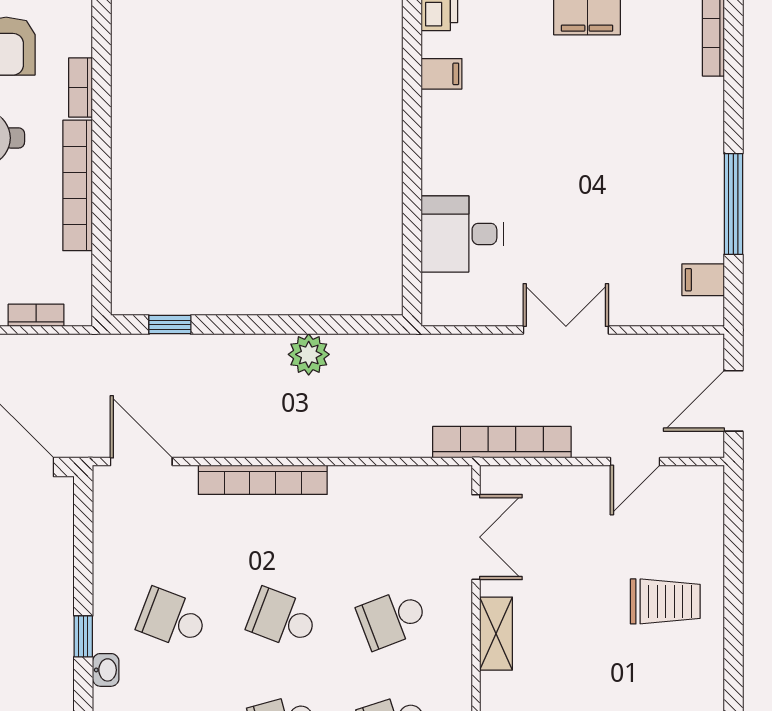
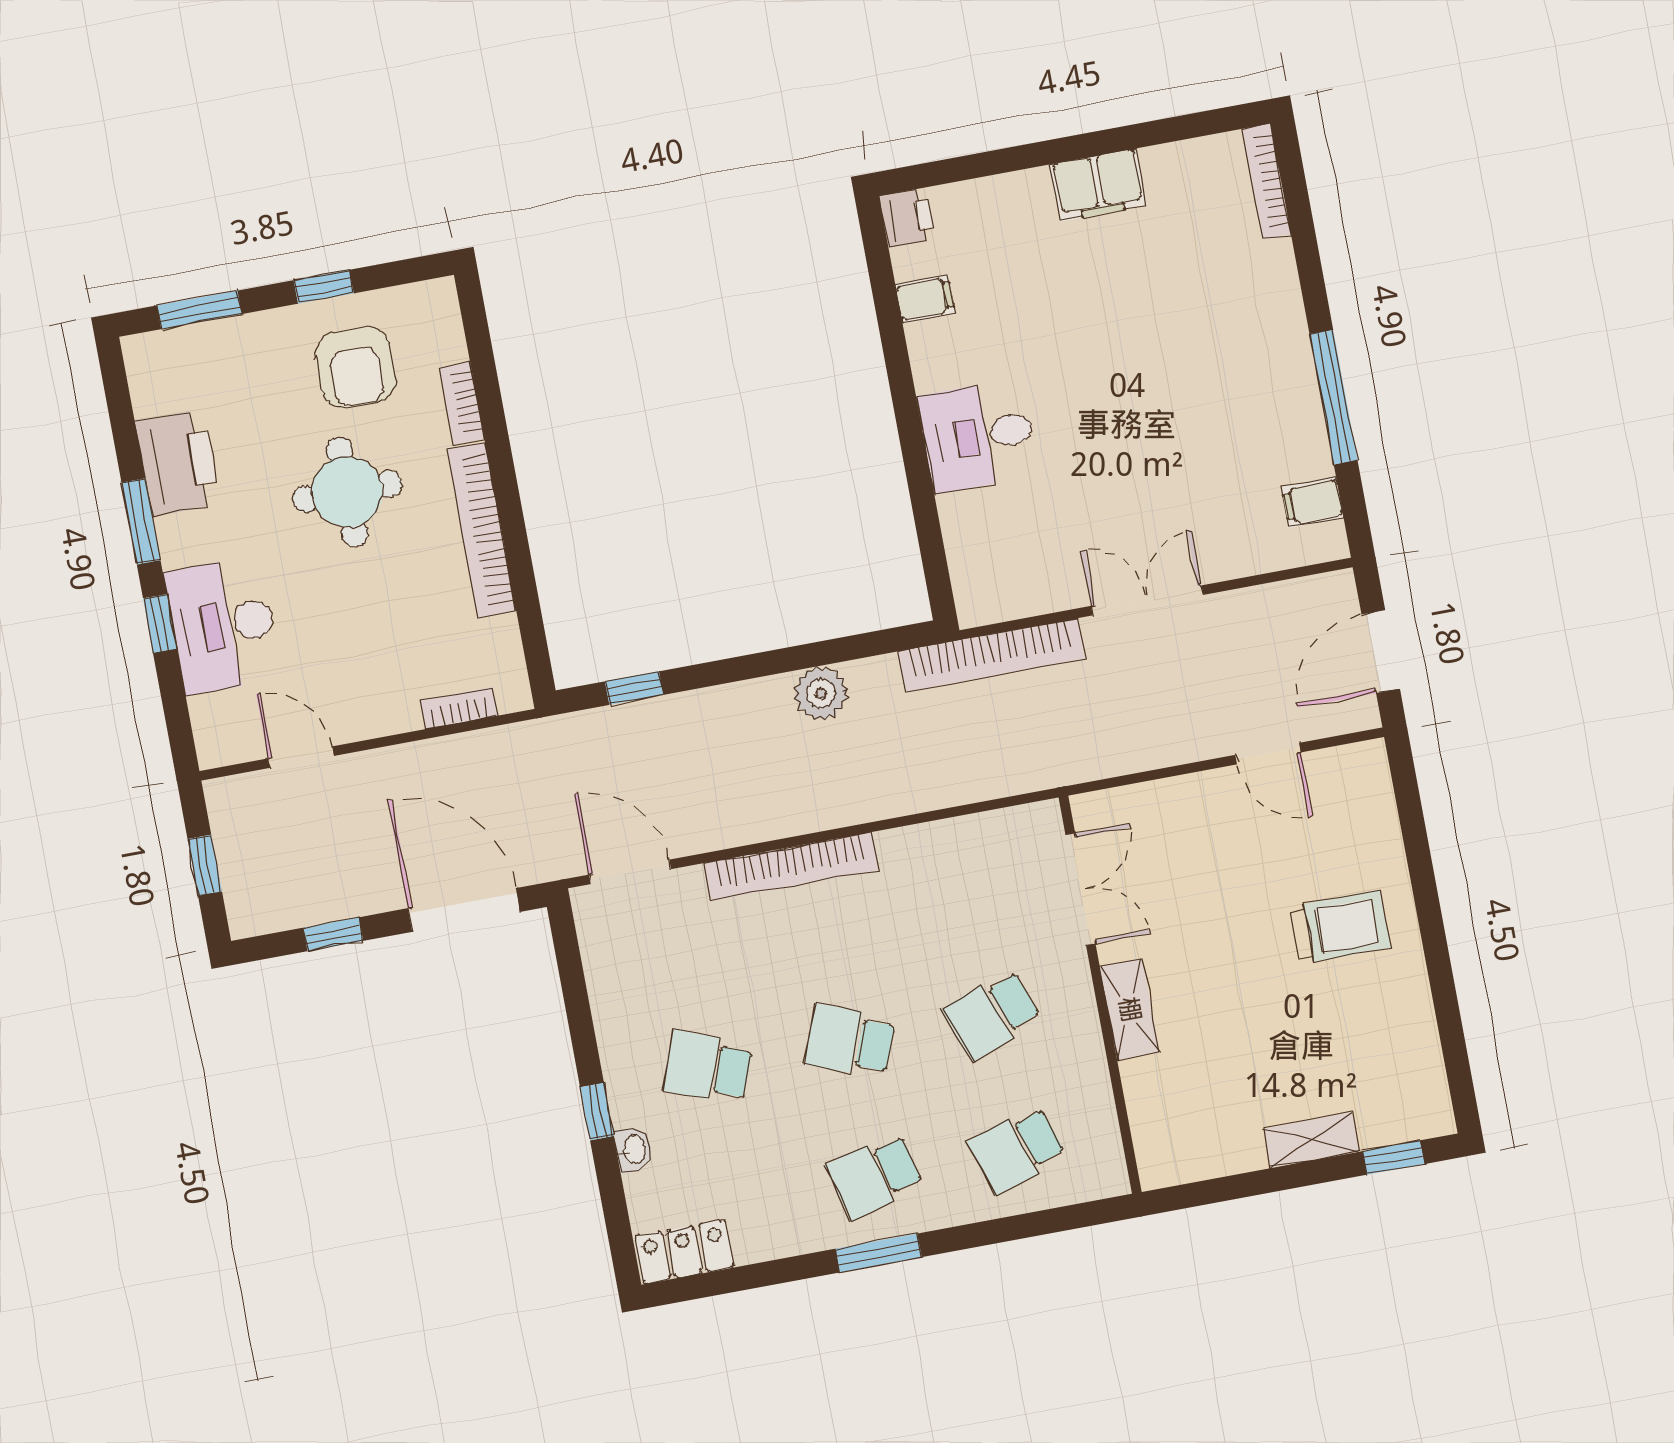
desk: (462, 234) -> (978, 436), moved
bookcase: (502, 442) -> (991, 655), moved, turned 180
door: (635, 462) -> (1268, 754), hinge flipped

